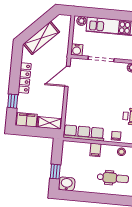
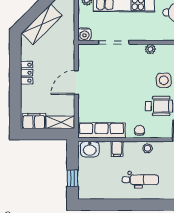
door: (67, 76) -> (76, 83), moved
locker: (25, 78) -> (27, 73), width x0.66
window: (13, 101) -> (15, 101), removed
washbasin: (67, 184) -> (90, 149), moved, turned 180

